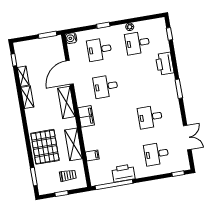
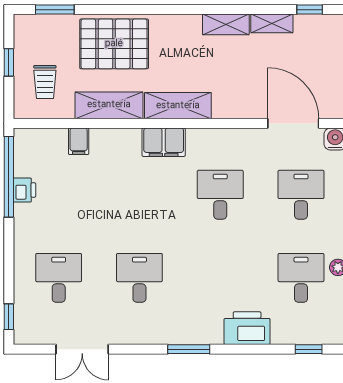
door: (70, 72) -> (293, 123), moved
shelving: (66, 102) -> (178, 106), moved
printer: (123, 173) -> (24, 190), width x0.53, depth x0.68

